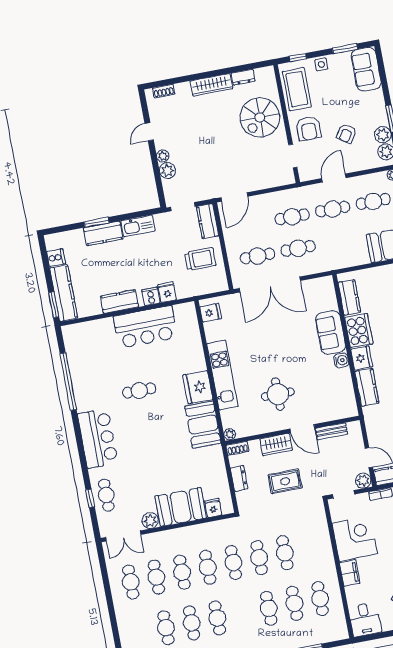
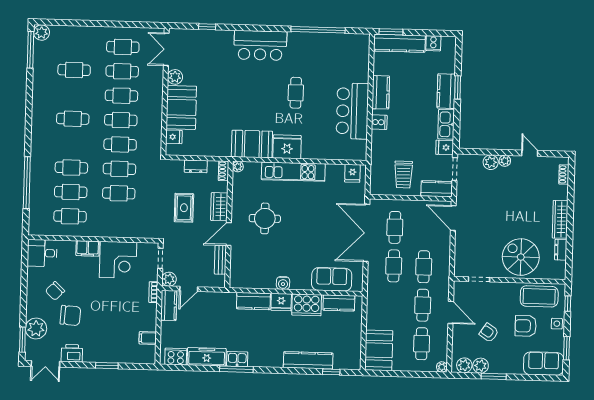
armchair: (309, 128) -> (526, 326), moved
fridge: (167, 292) -> (445, 147), moved, turned 180
sofa: (331, 333) -> (332, 279), moved
cafe table: (106, 495) -> (207, 42), removed
cafe table: (192, 623) -> (73, 94), removed

